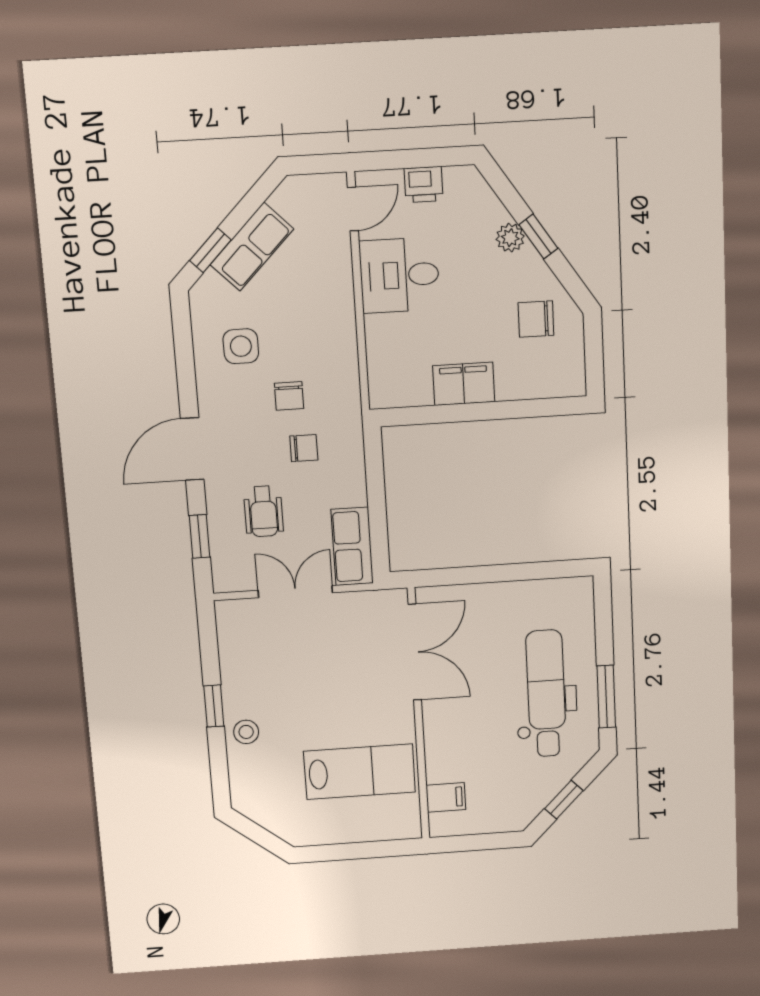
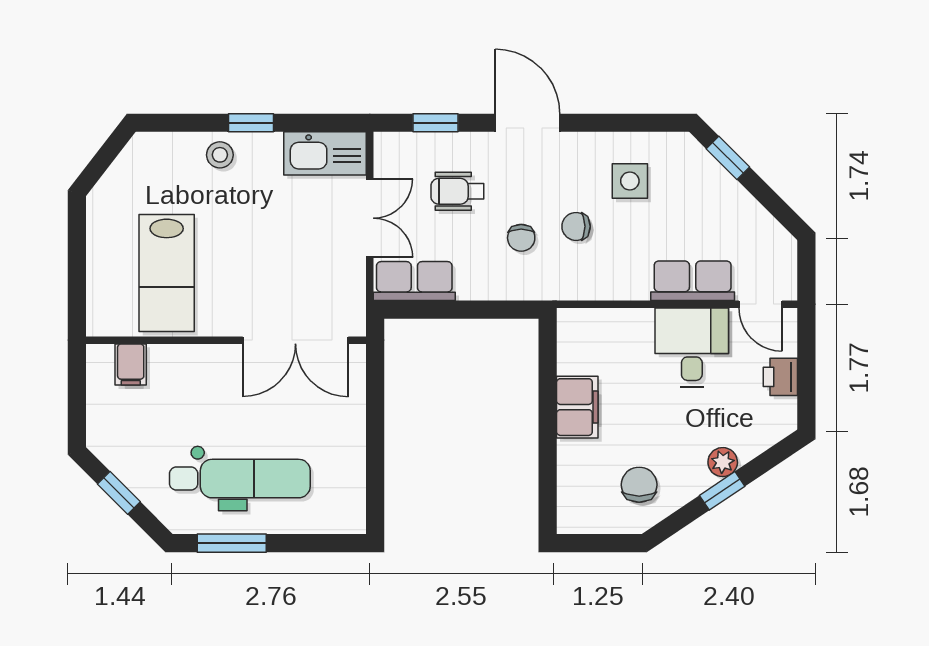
row of seats: (252, 247) -> (693, 281), moved, turned 135
kitchen sink: (237, 637) -> (325, 153), added

